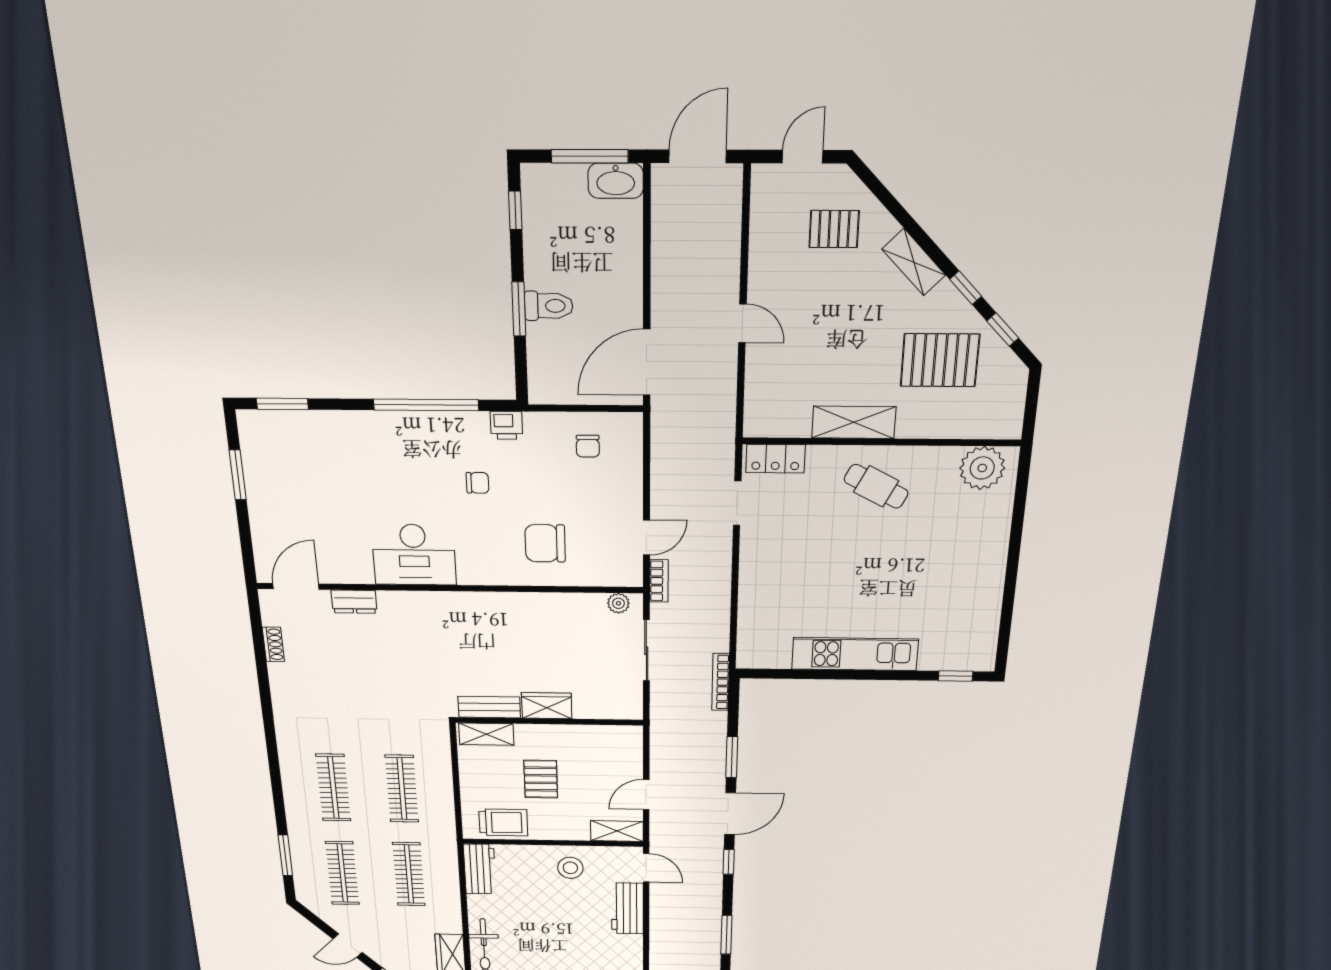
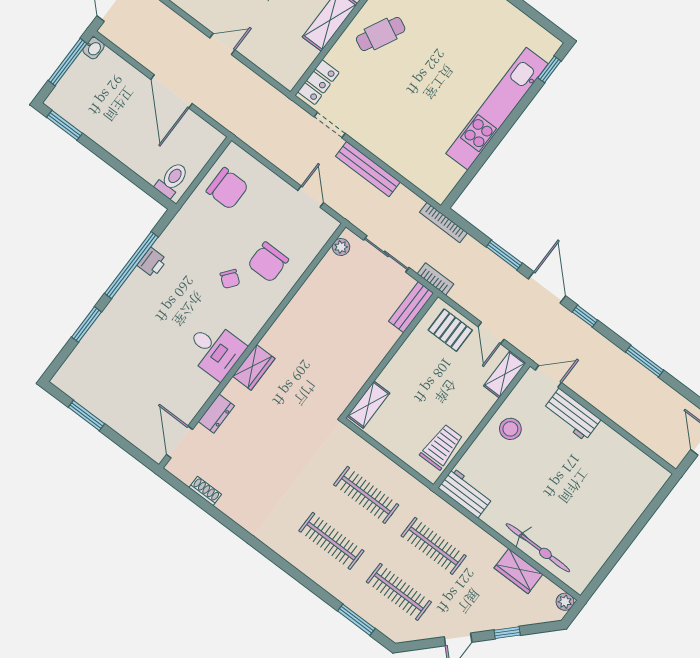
washbasin: (616, 181) -> (94, 48), width x0.52, depth x0.69
window: (515, 210) -> (64, 125), width x1.50
toilet: (549, 306) -> (172, 180), moved
window: (519, 309) -> (118, 166), removed
door: (647, 362) -> (172, 91), moved
window: (282, 404) -> (86, 324), moved
printer: (506, 425) -> (152, 262), moved
chair: (588, 446) -> (227, 188), width x1.87, depth x1.87
chair: (478, 483) -> (230, 279), moved, turned 128
desk: (414, 555) -> (215, 350), width x0.73
bench: (720, 574) -> (368, 169), added
bookcase: (659, 581) -> (435, 279), moved
kitchen unit: (855, 654) -> (497, 109), width x1.36
wardrobe: (547, 706) -> (254, 367), moved, turned 180
bench: (489, 707) -> (411, 307), moved
pallet: (541, 779) -> (450, 330), moved

